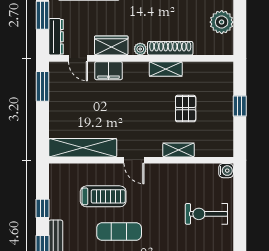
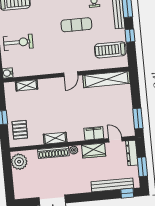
plant: (222, 22) -> (19, 162), moved
pallet: (186, 109) -> (20, 130), moved
shelving: (179, 150) -> (27, 85), moved
door: (134, 160) -> (71, 74), swing flipped
treadmill: (103, 196) -> (110, 50), moved

